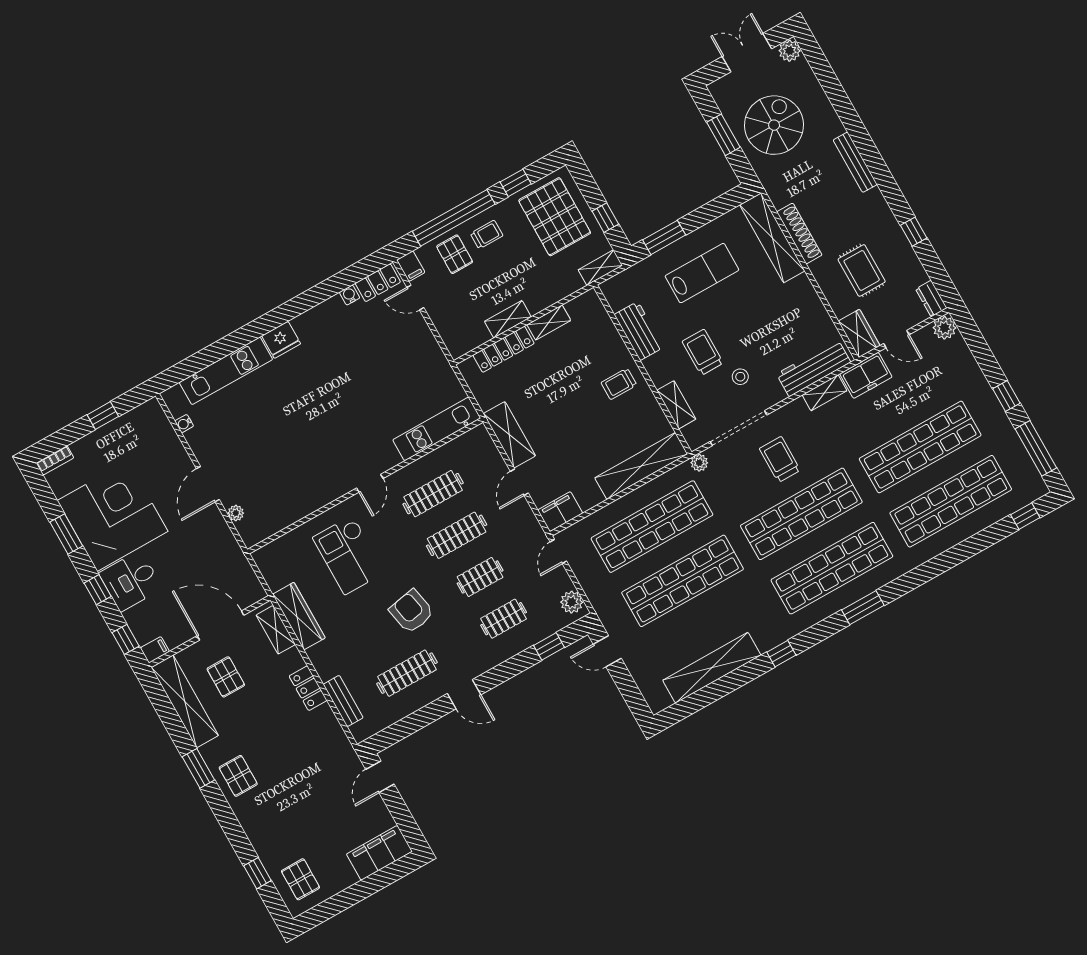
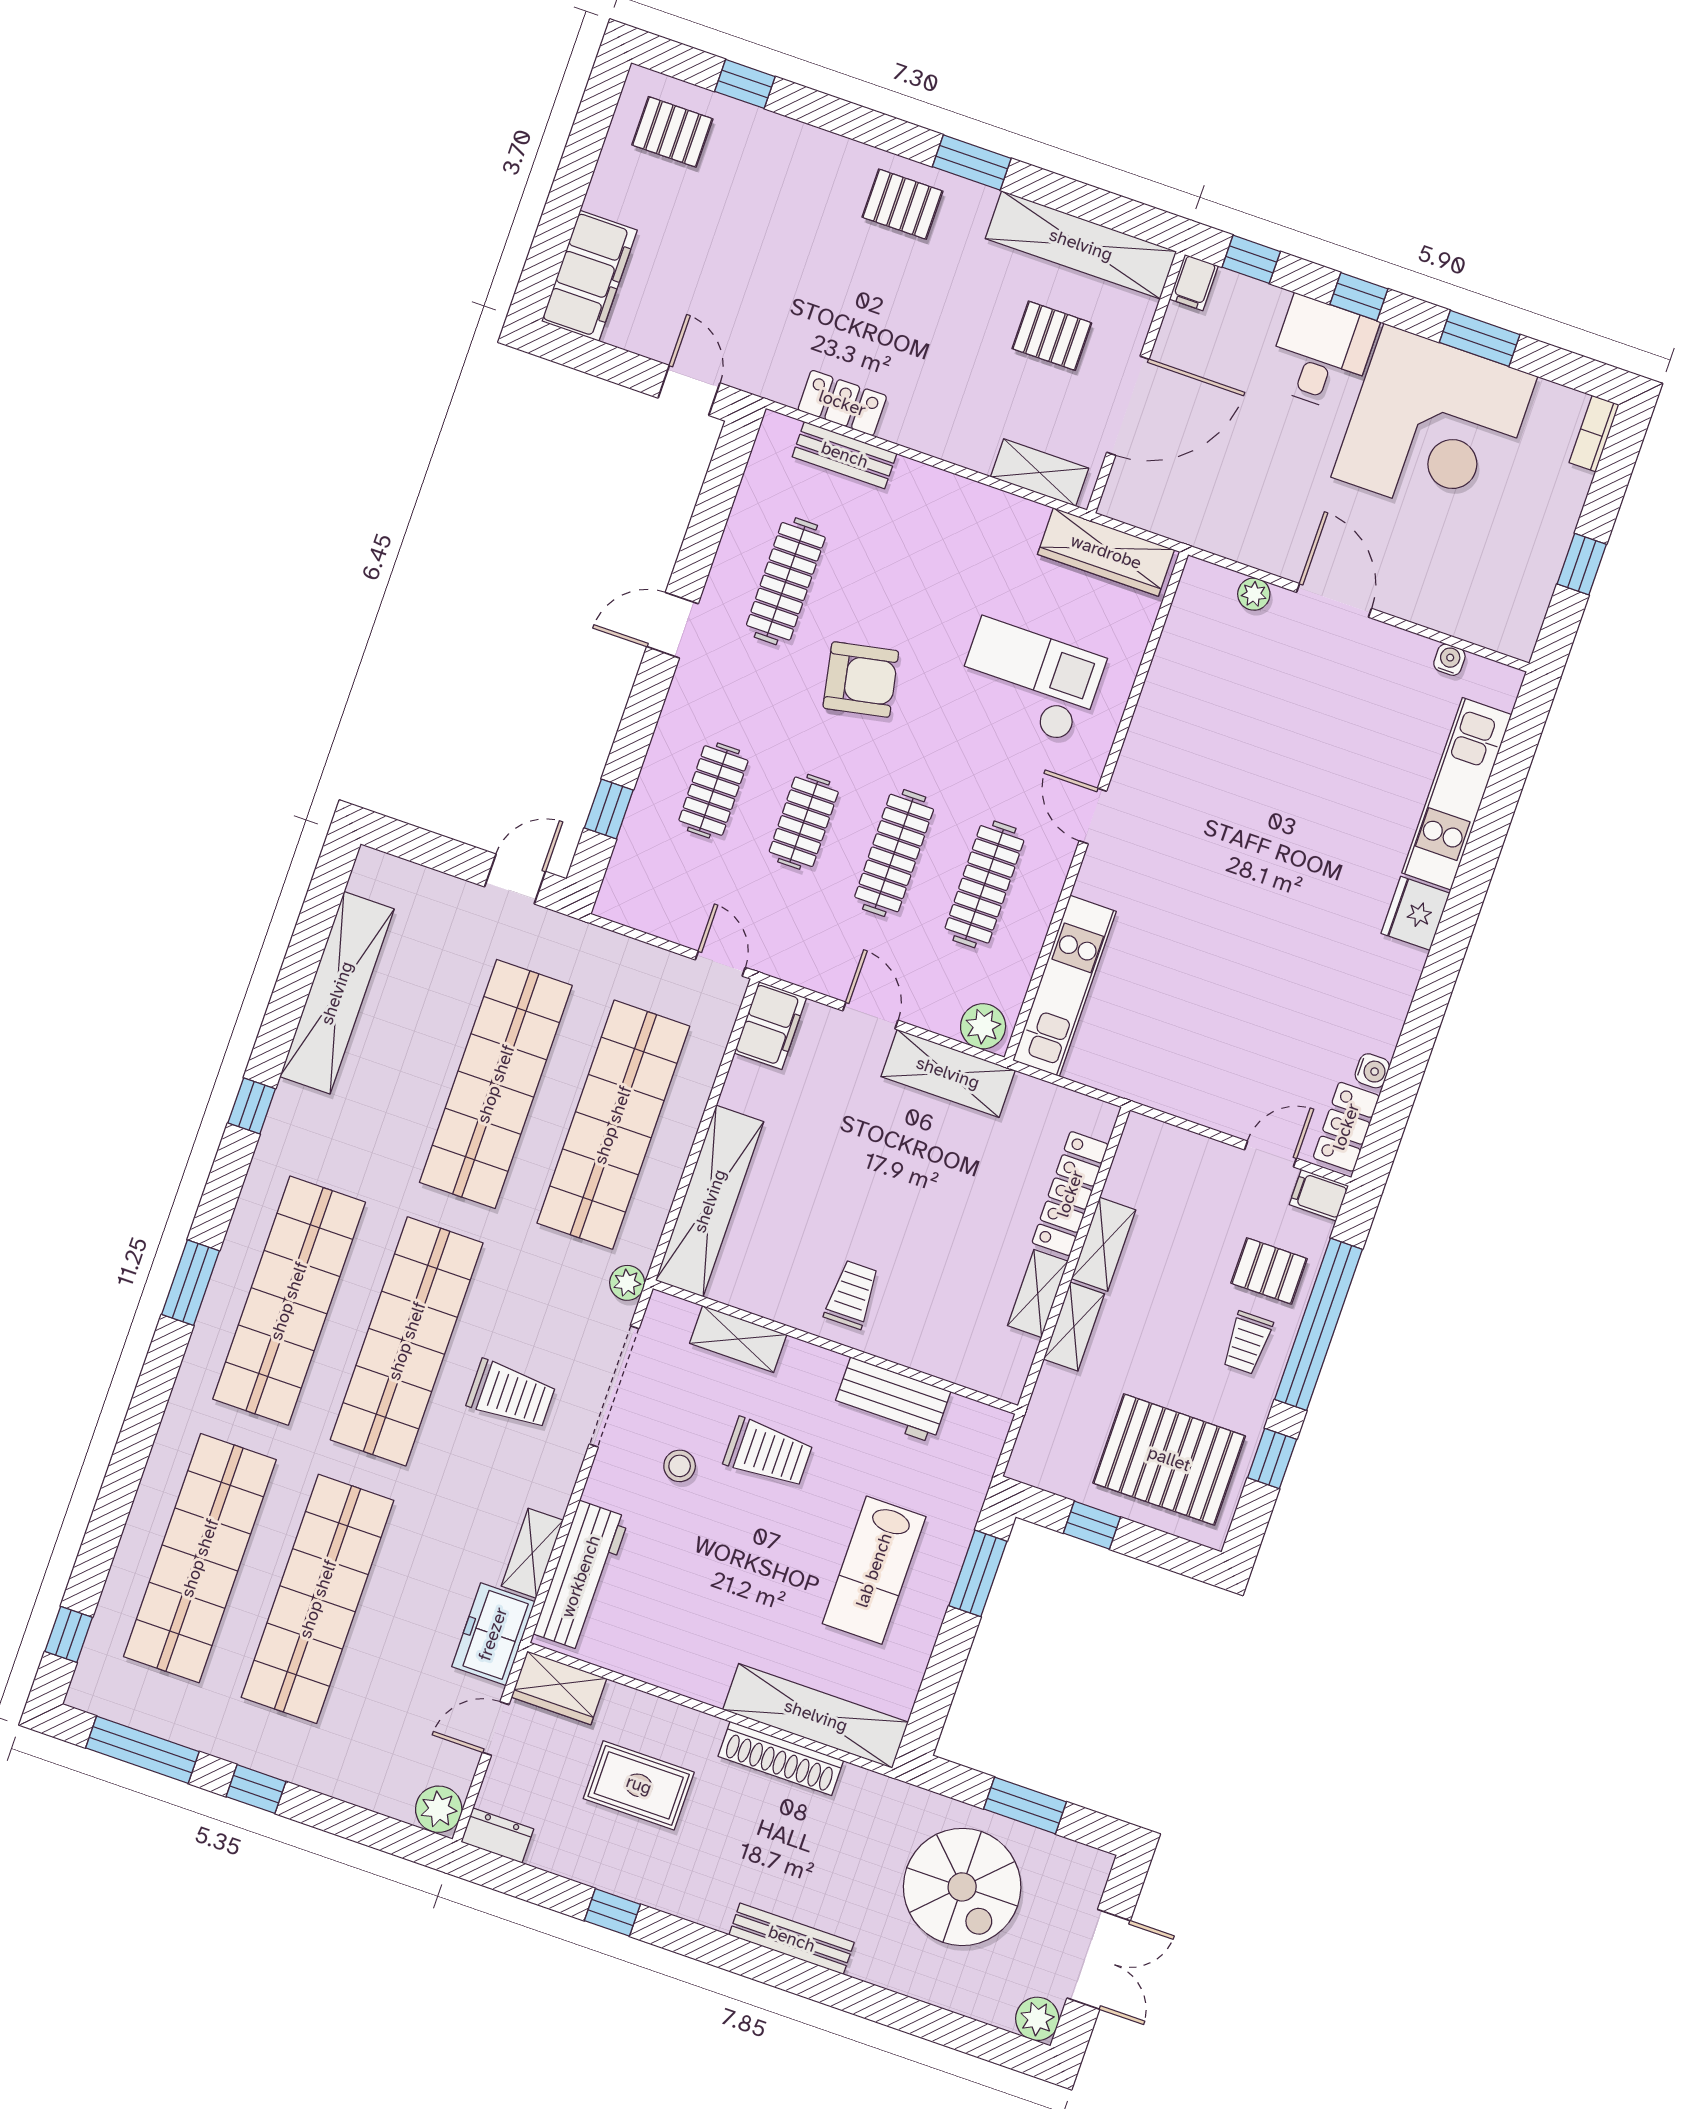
shelving: (600, 268) -> (1074, 1326), moved
plant: (572, 602) -> (983, 1026), moved
wardrobe: (299, 616) -> (1106, 552), moved
locker: (308, 688) -> (842, 403), moved

